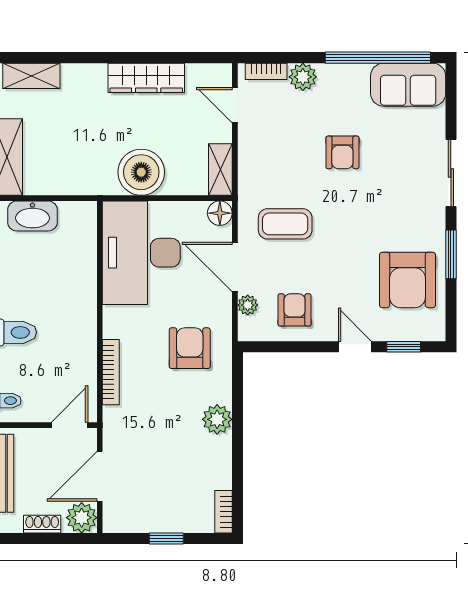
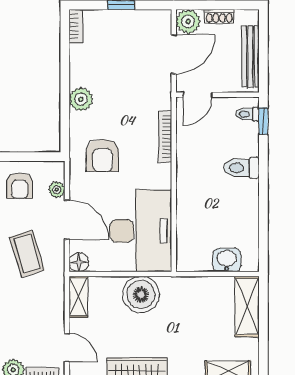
washbasin: (32, 216) -> (227, 260), width x0.72
coffee table: (285, 224) -> (27, 254), turned 73

